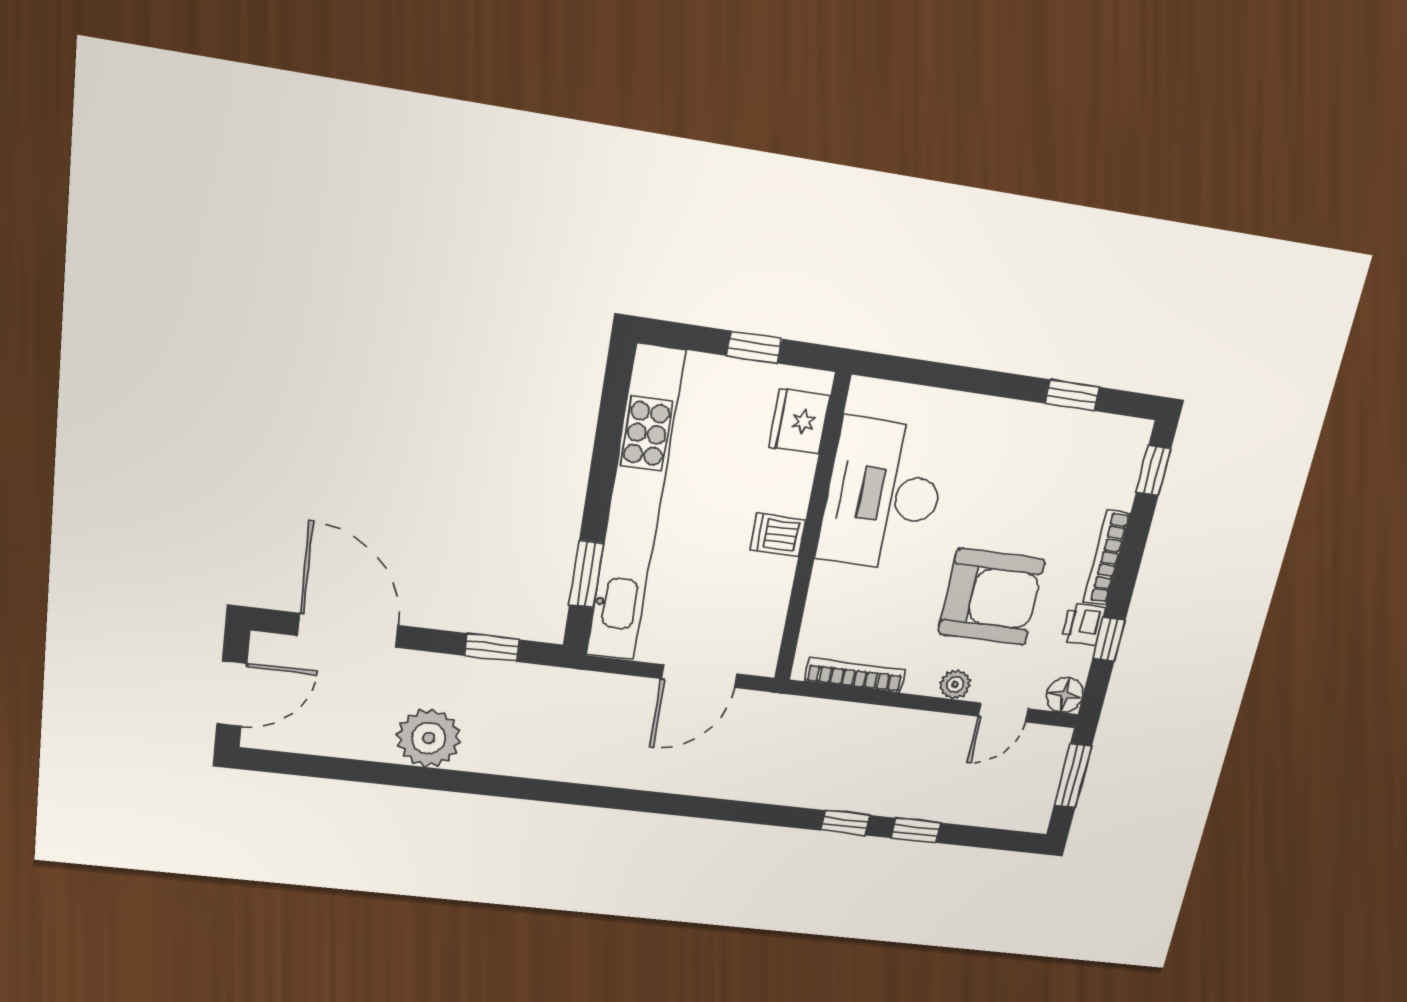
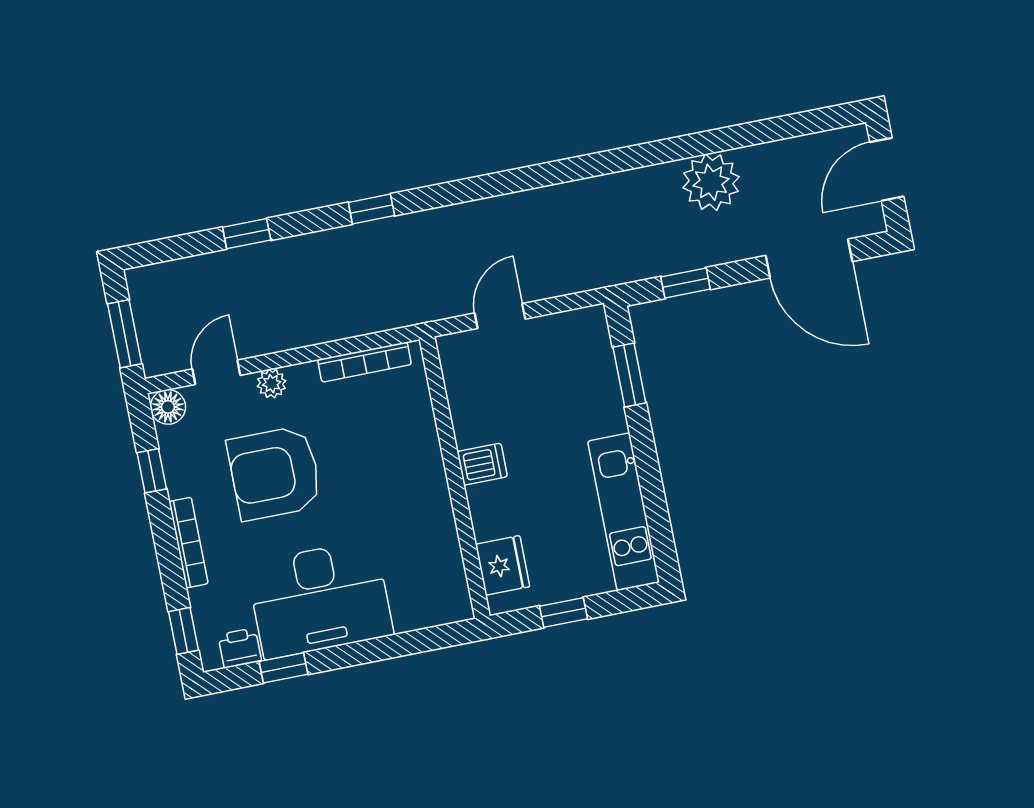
desk: (883, 495) -> (320, 599), moved, turned 90
kitchen unit: (635, 506) -> (624, 512), width x0.54
printer: (1083, 624) -> (240, 648), moved, turned -90
door: (699, 676) -> (500, 316), width x0.73
window: (845, 823) -> (371, 209), moved

